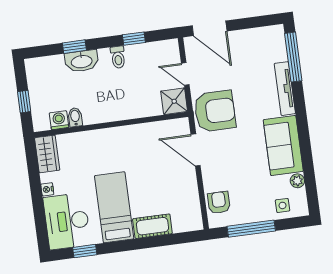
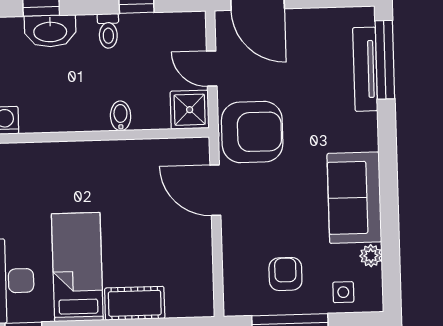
tv unit: (285, 89) -> (365, 69), moved
bidet: (75, 117) -> (121, 116), moved
armchair: (219, 203) -> (285, 274), moved

